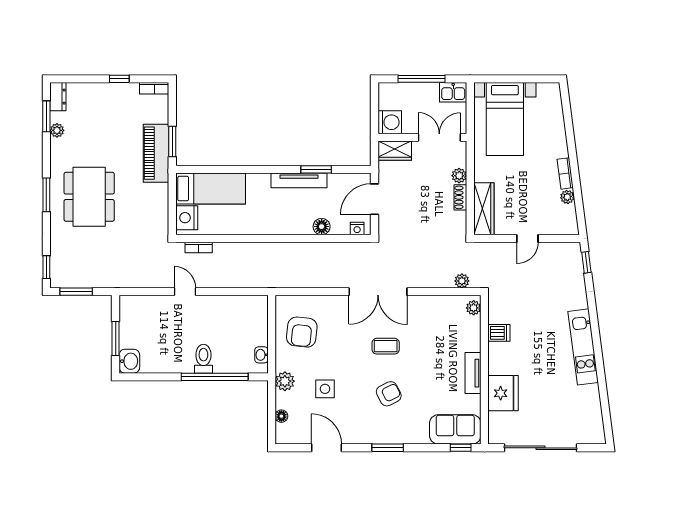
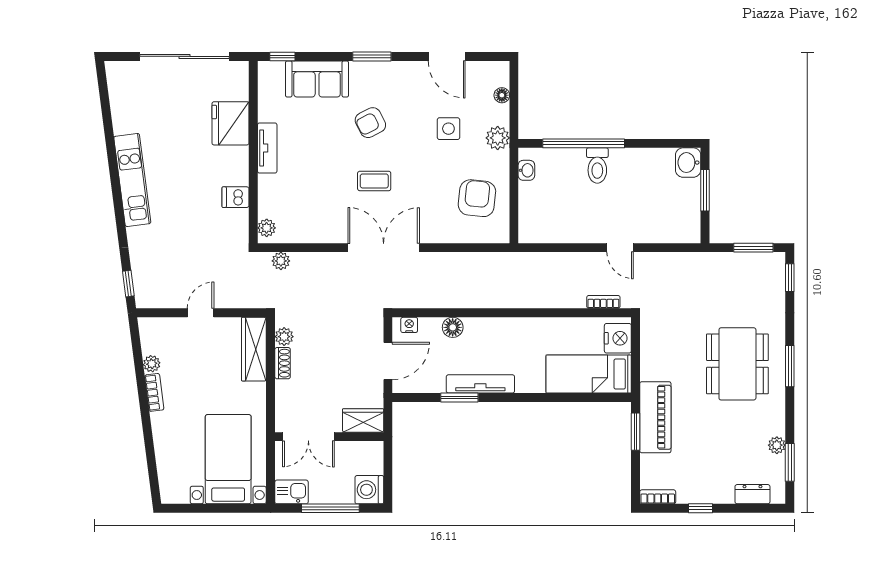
dresser: (58, 97) -> (752, 494), moved, turned 90
washing machine: (390, 122) -> (369, 490), moved
plant: (459, 176) -> (284, 337), moved
sofa: (455, 429) -> (317, 79), moved

